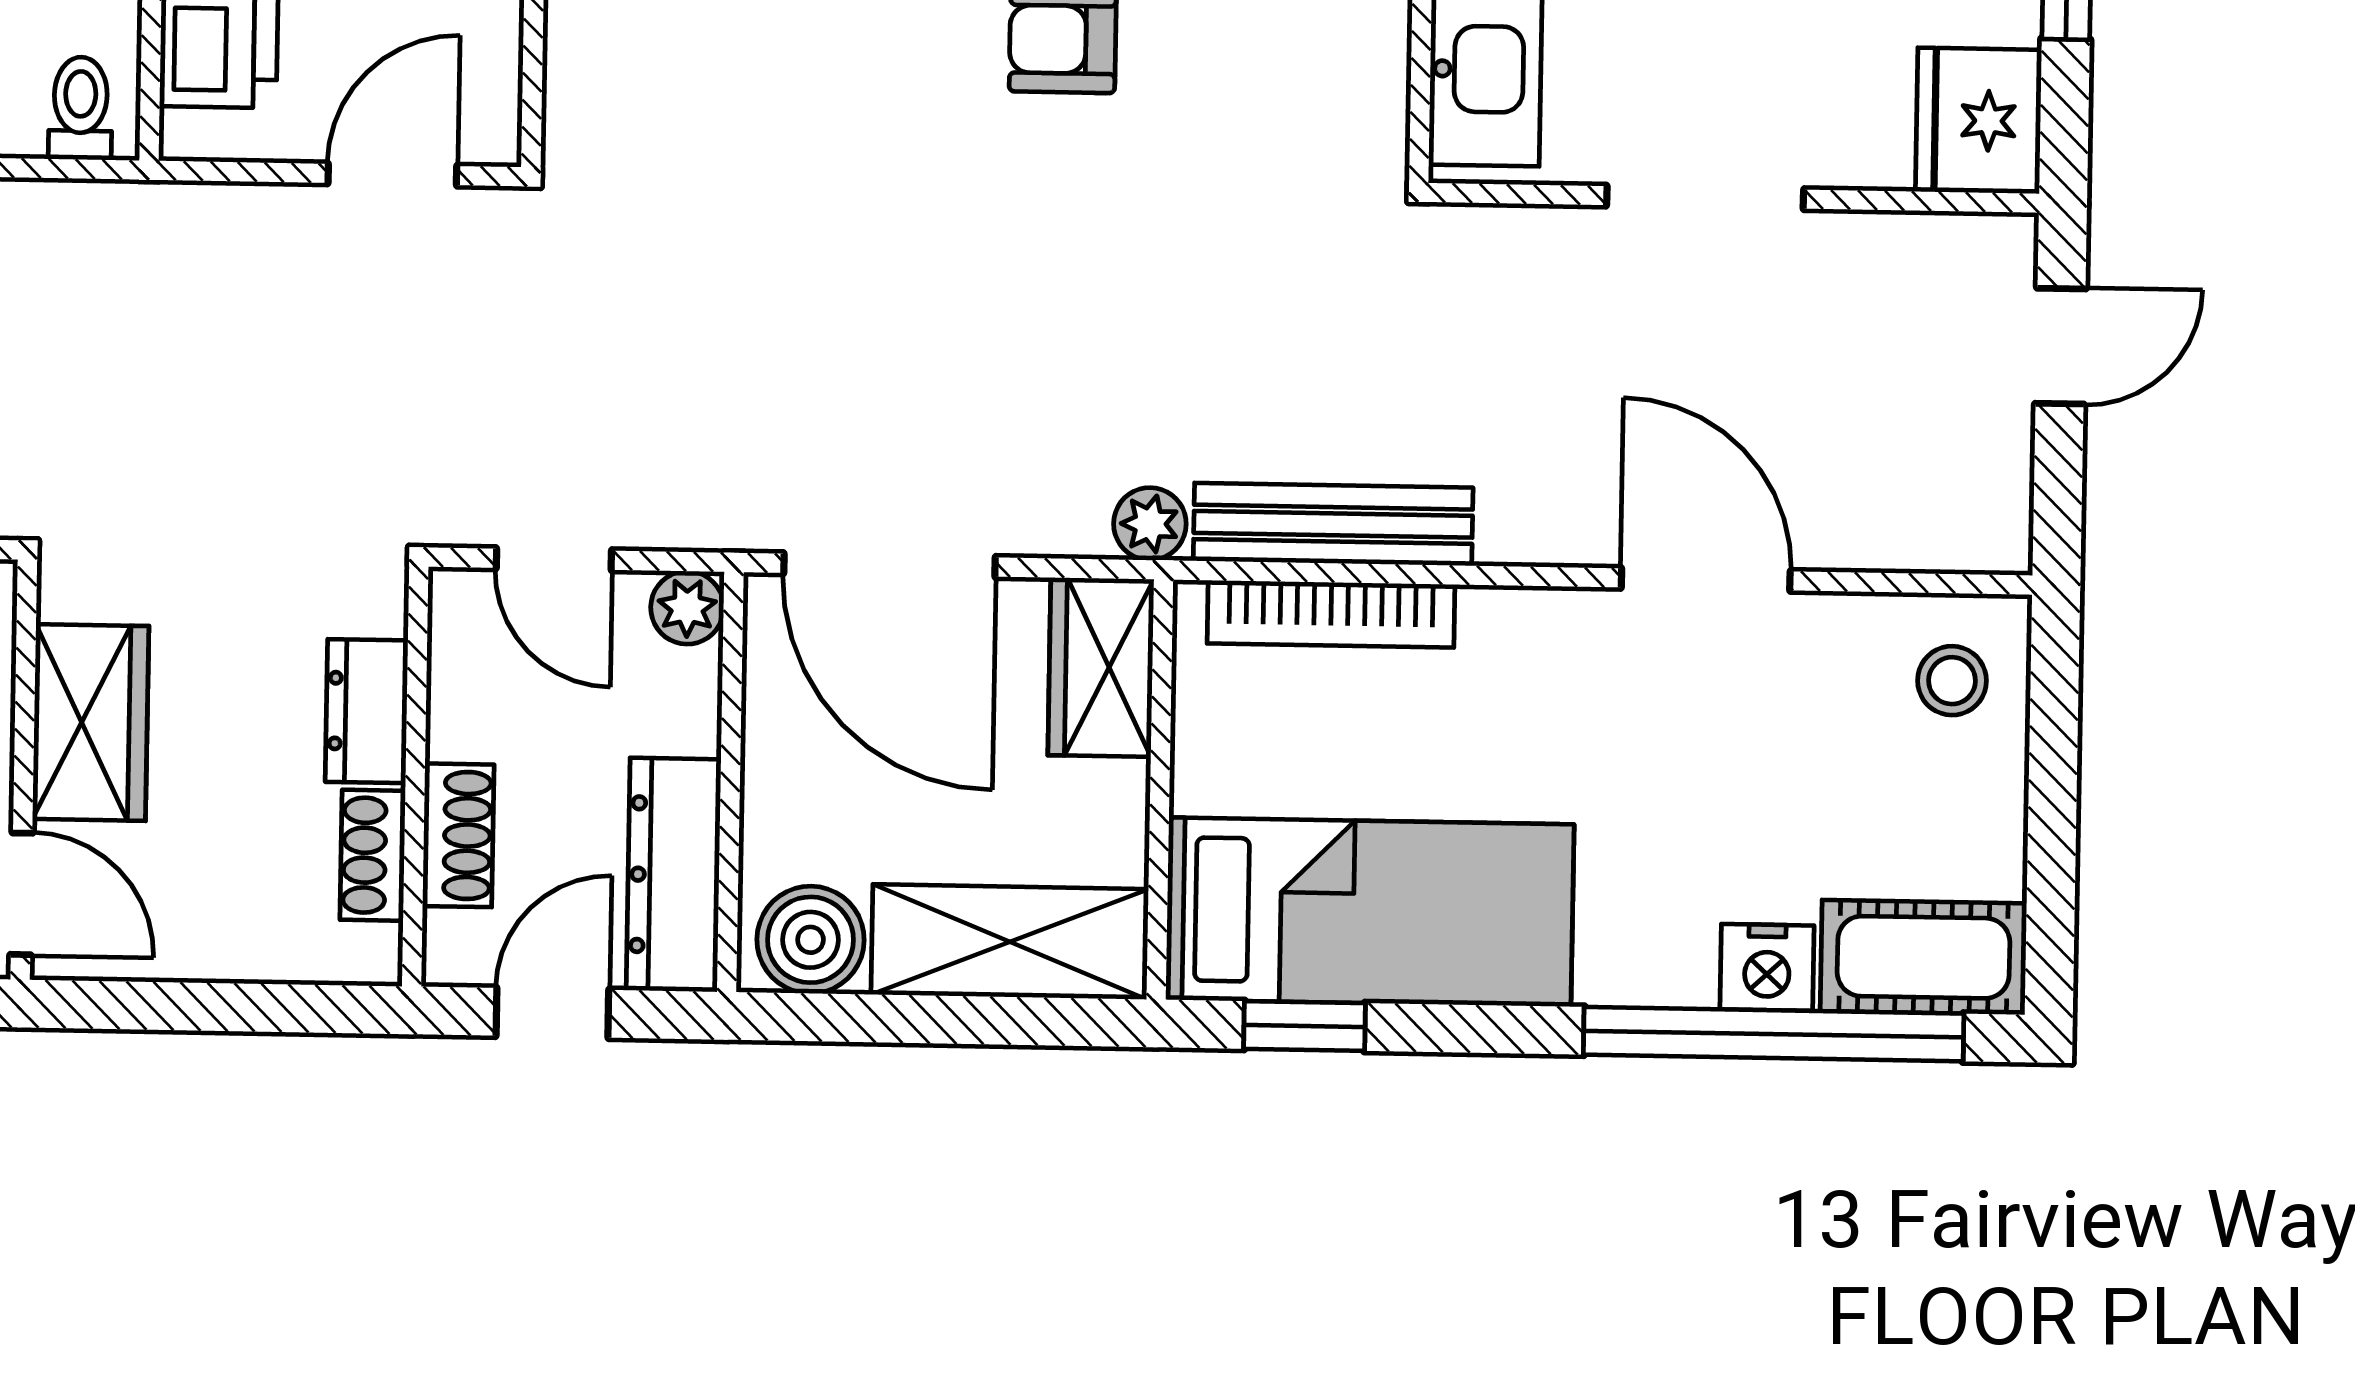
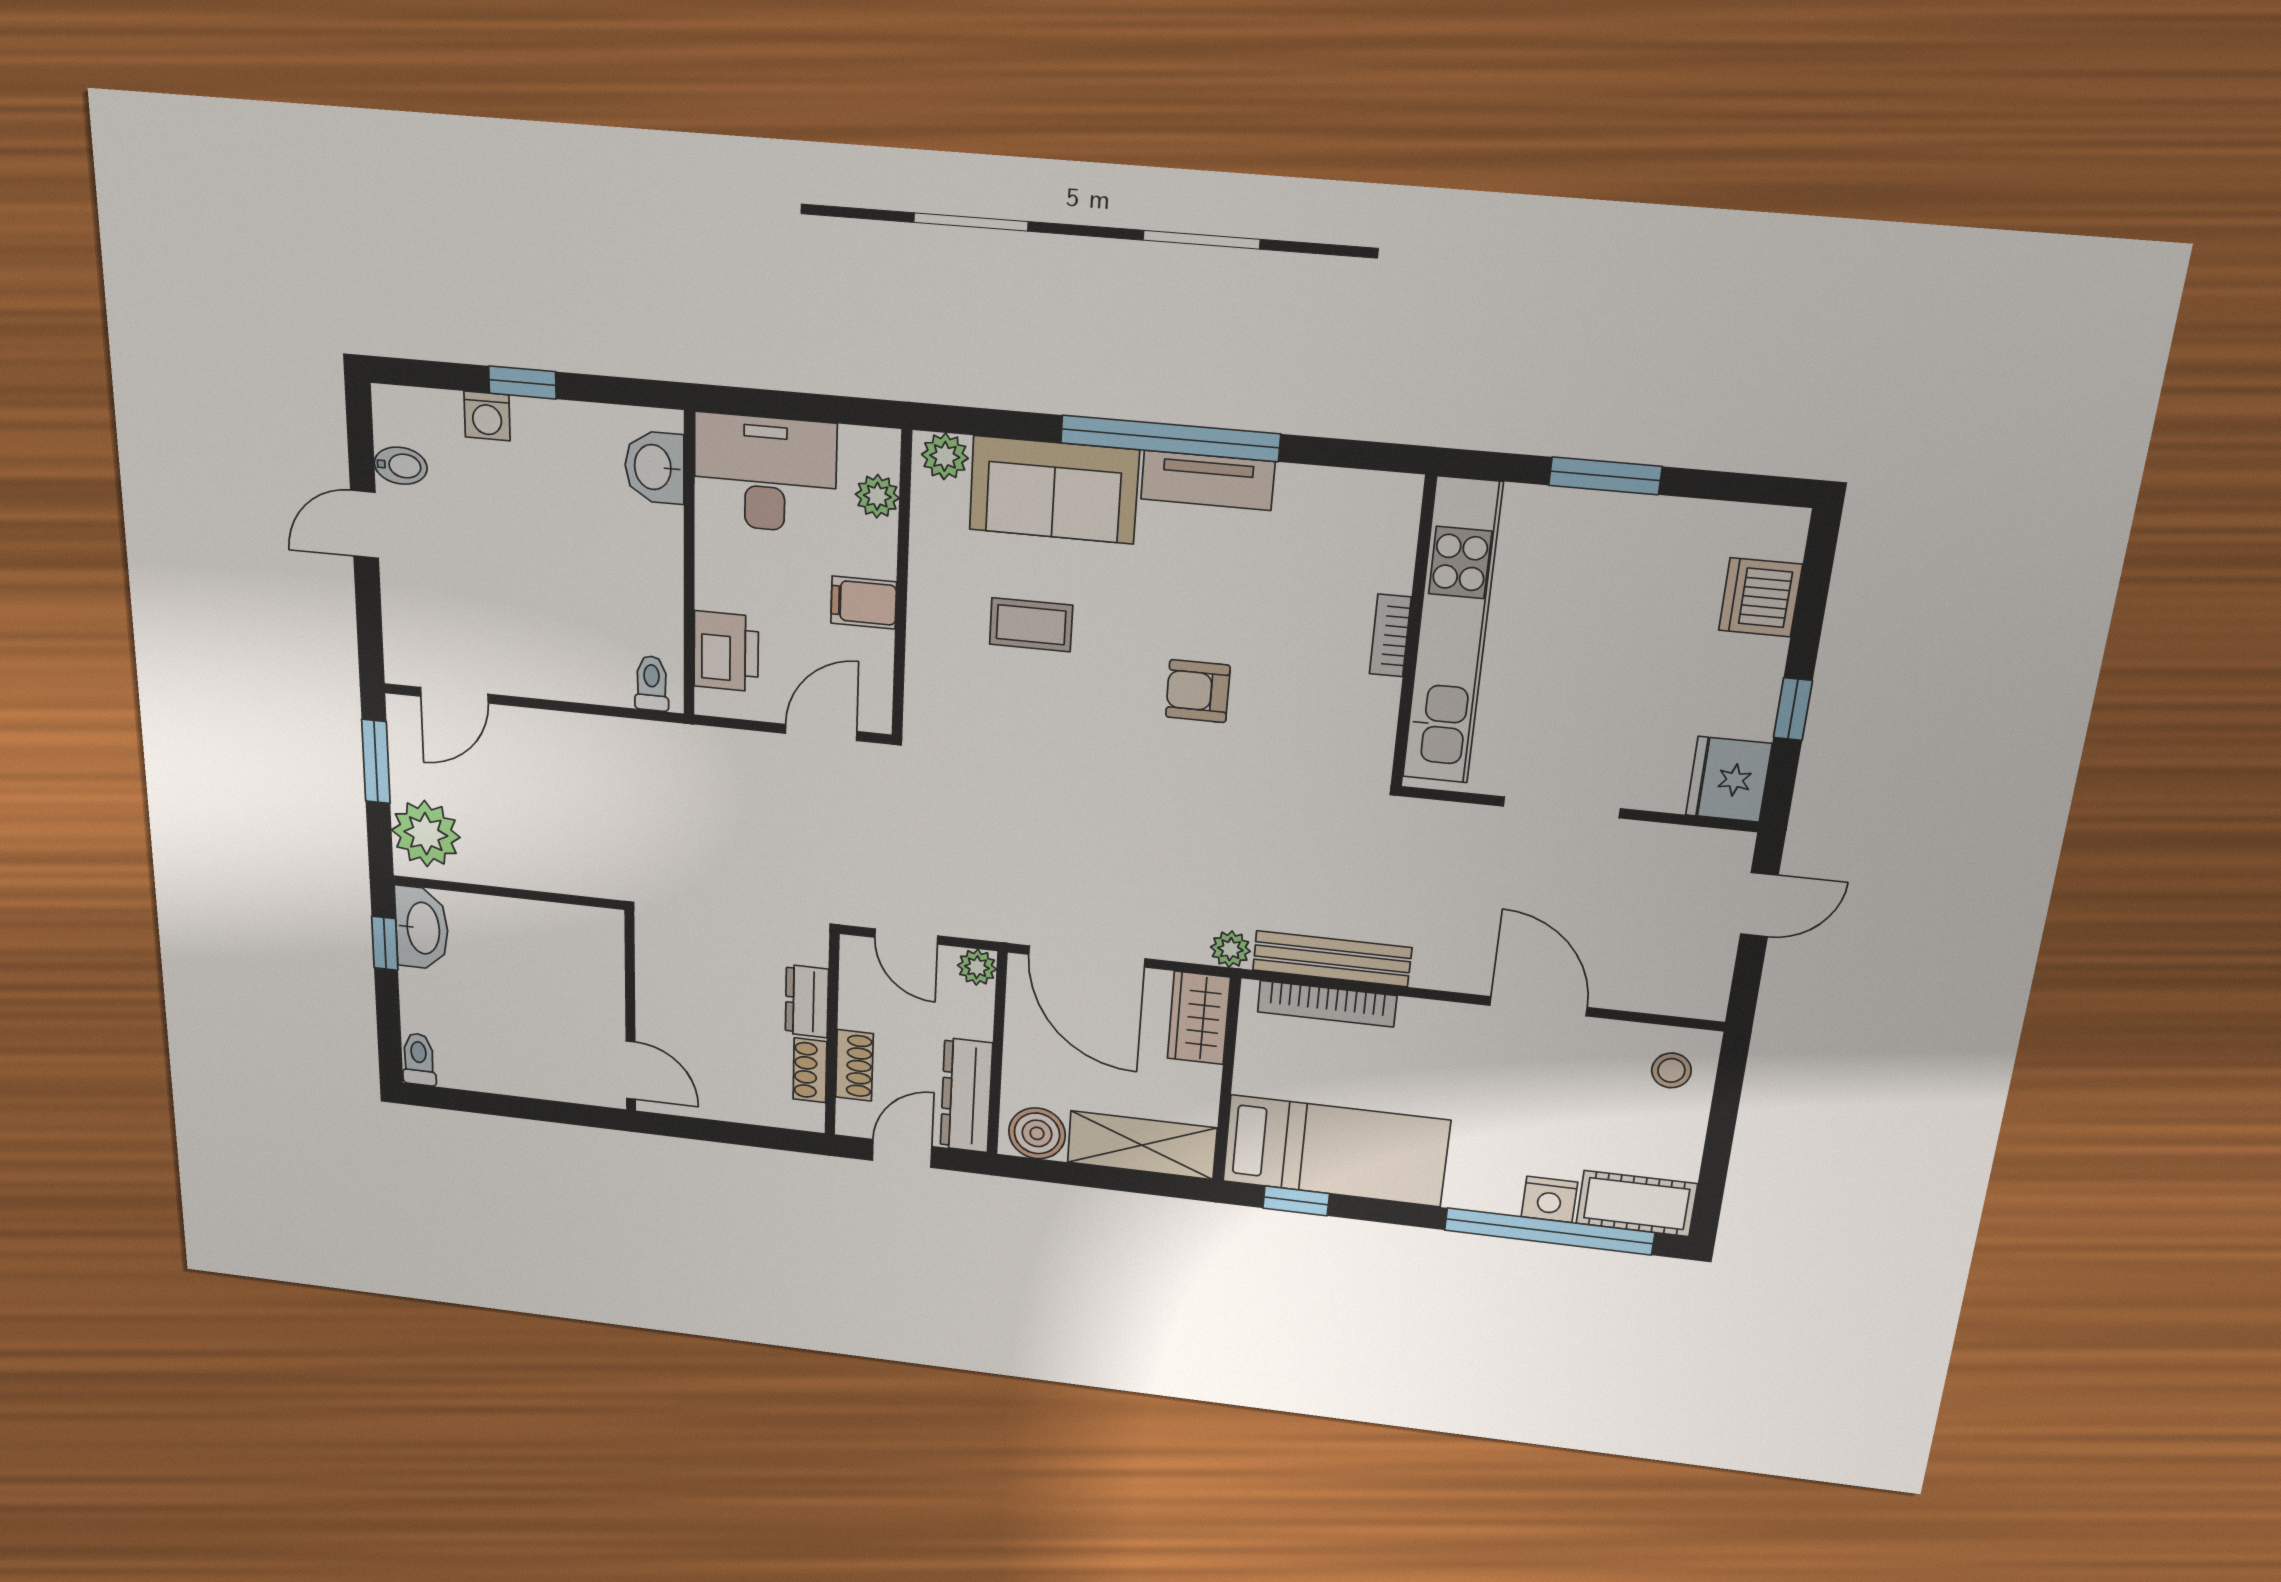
wardrobe: (91, 723) -> (664, 993), removed

